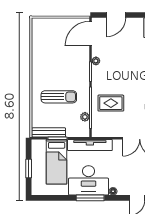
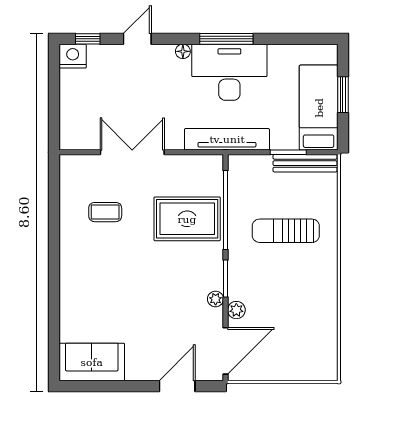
rug: (111, 103) -> (187, 219), width x1.36, depth x1.43
plant: (85, 117) -> (236, 310), moved
bed: (57, 162) -> (319, 108), moved

